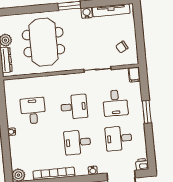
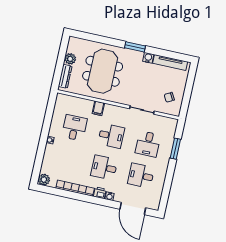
filing cabinet: (134, 75) -> (98, 108), moved
window: (147, 112) -> (175, 149), moved
printer: (142, 164) -> (100, 193), moved

